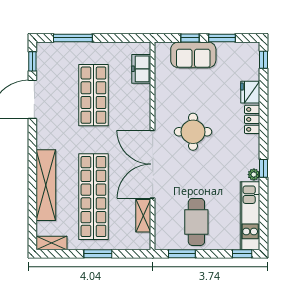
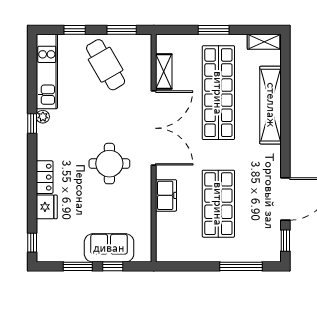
freezer: (141, 69) -> (166, 195), moved
cafe table: (196, 222) -> (106, 65), turned -30
window: (242, 254) -> (75, 30), moved

